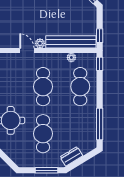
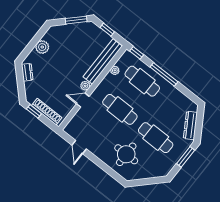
window: (100, 36) -> (107, 30), moved
window: (100, 124) -> (164, 74), moved
dresser: (71, 156) -> (190, 125), width x1.44

